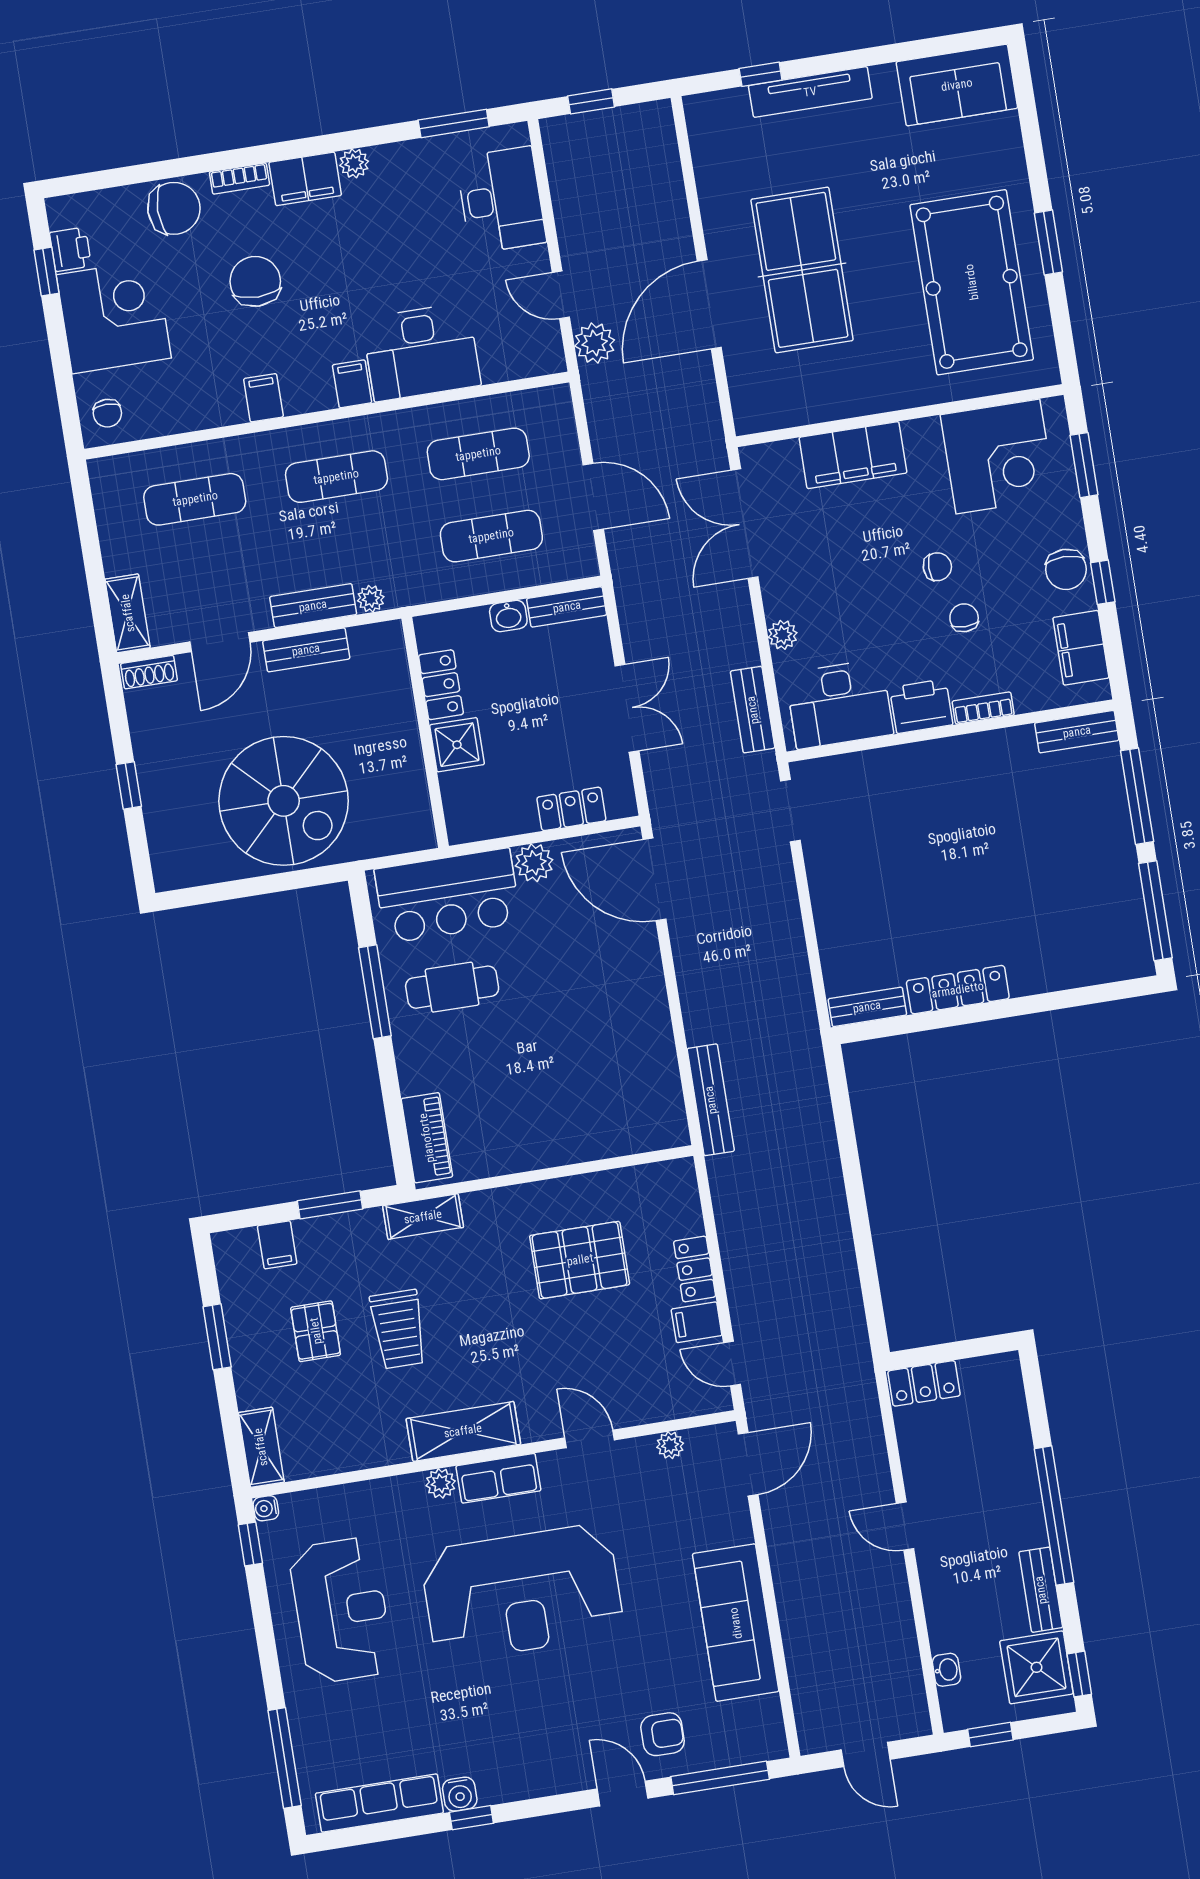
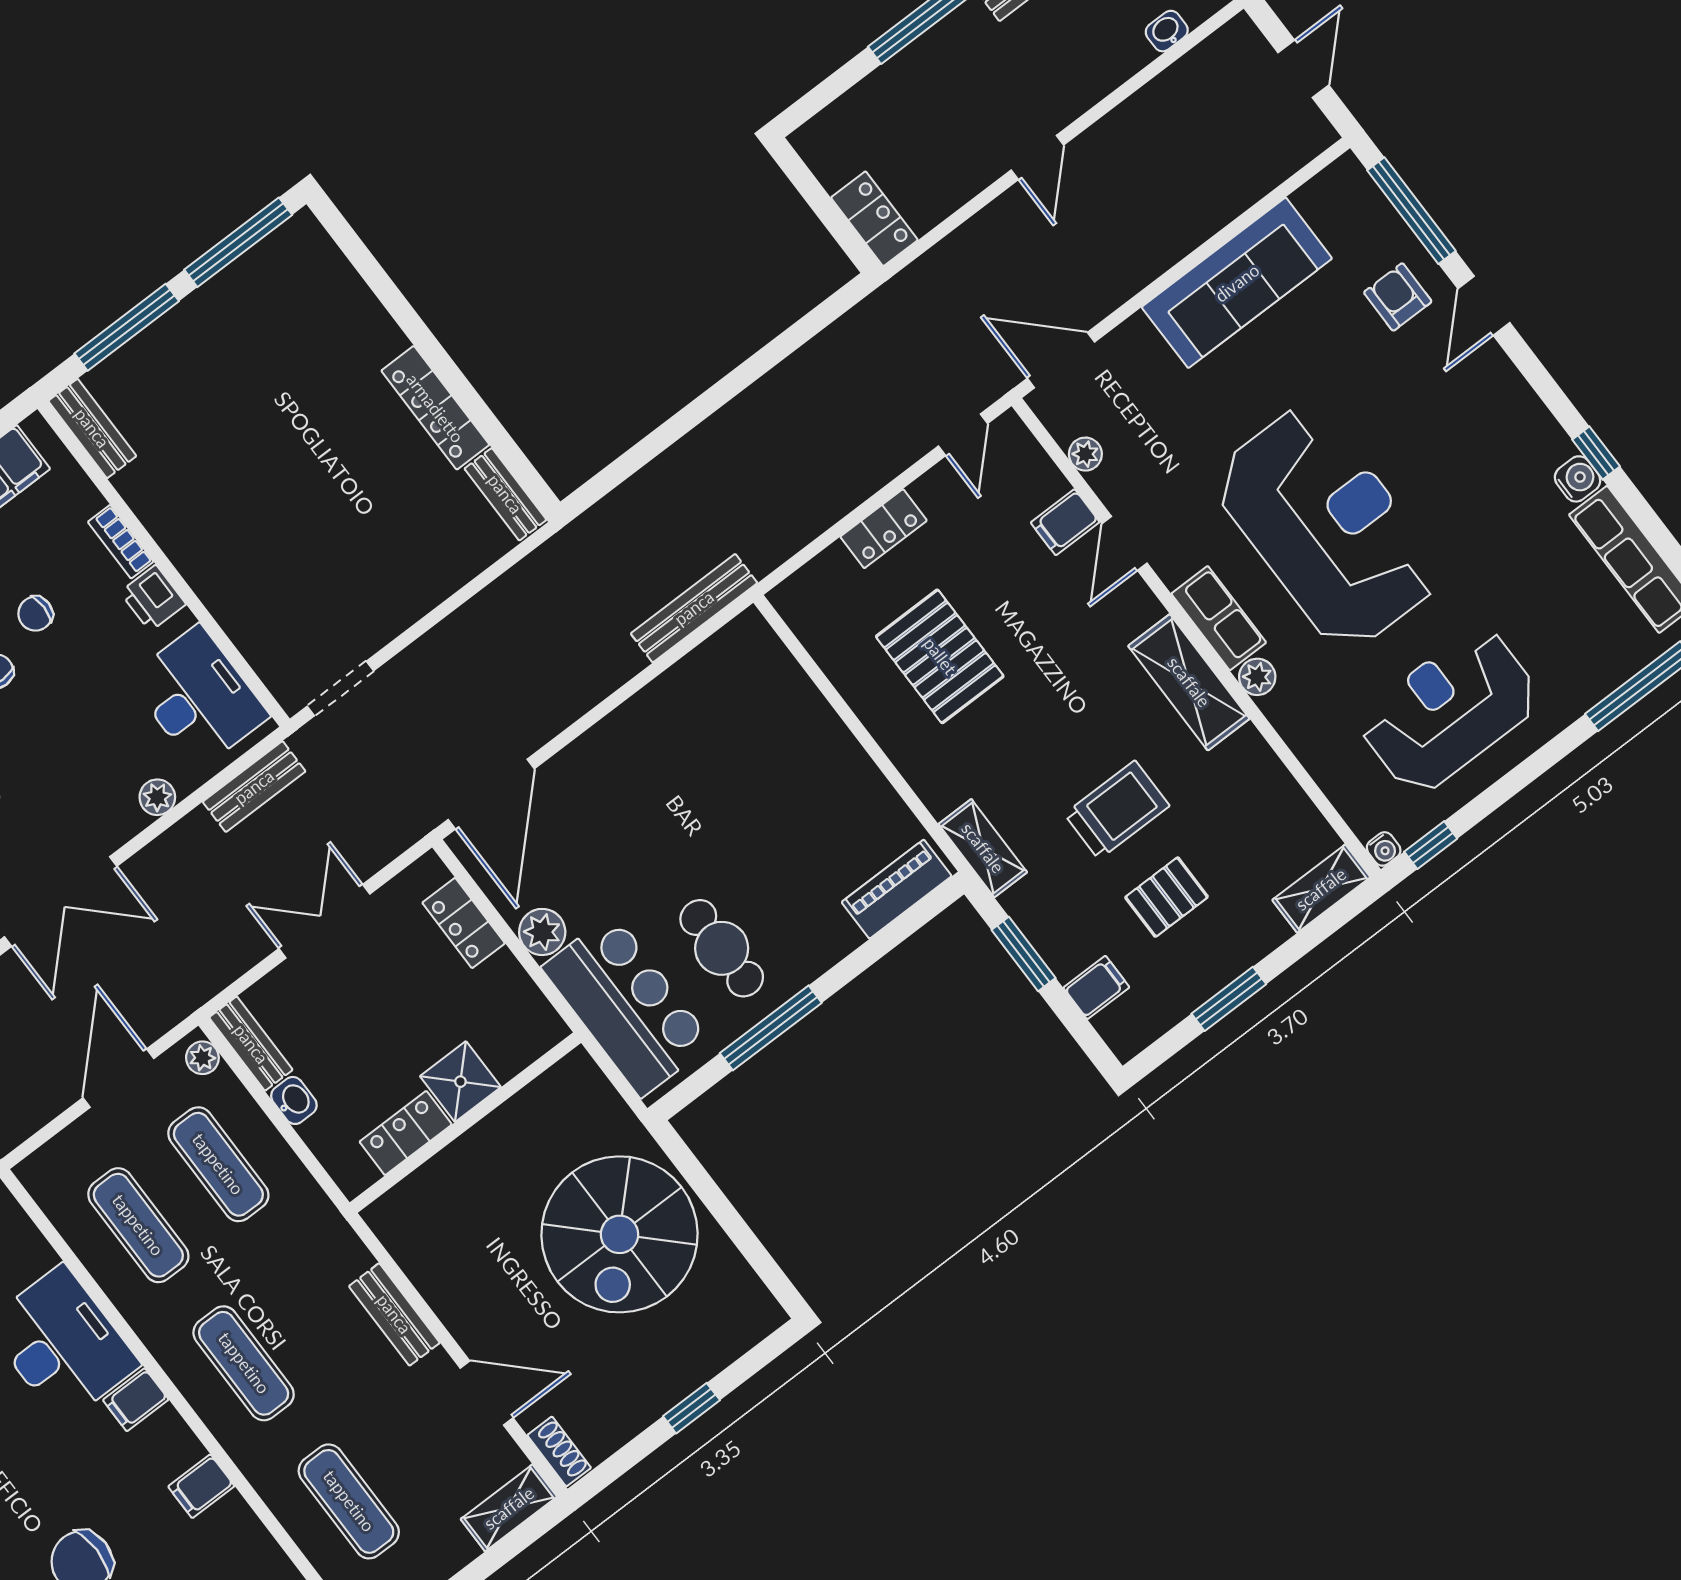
plant: (371, 599) -> (202, 1058), moved
bench: (306, 650) -> (445, 1296), removed
printer: (921, 706) -> (153, 598), width x0.73, depth x0.81
spiral stairs: (284, 801) -> (619, 1234), turned 180
filing cabinet: (697, 1322) -> (1065, 522), moved, turned 90

